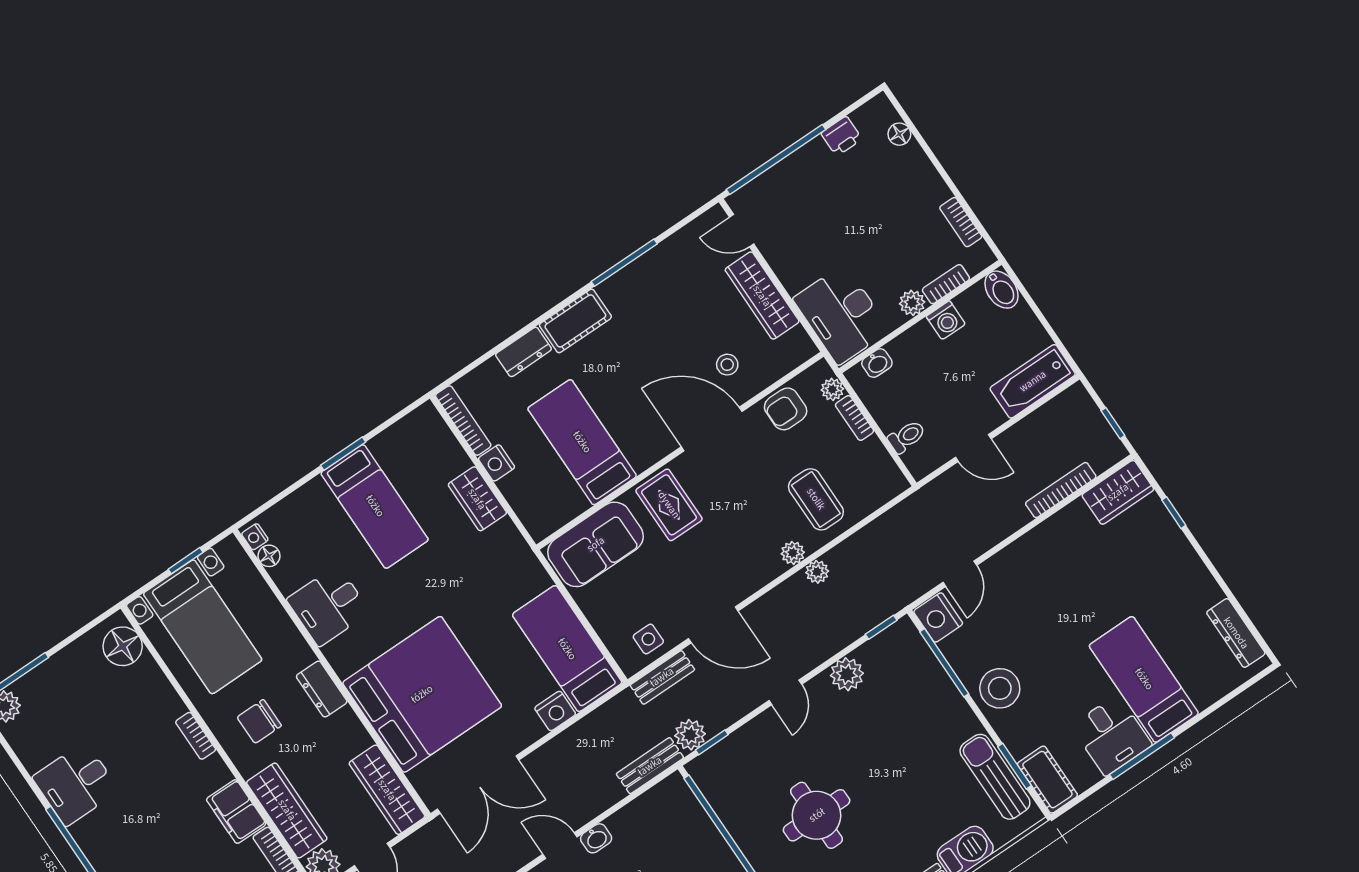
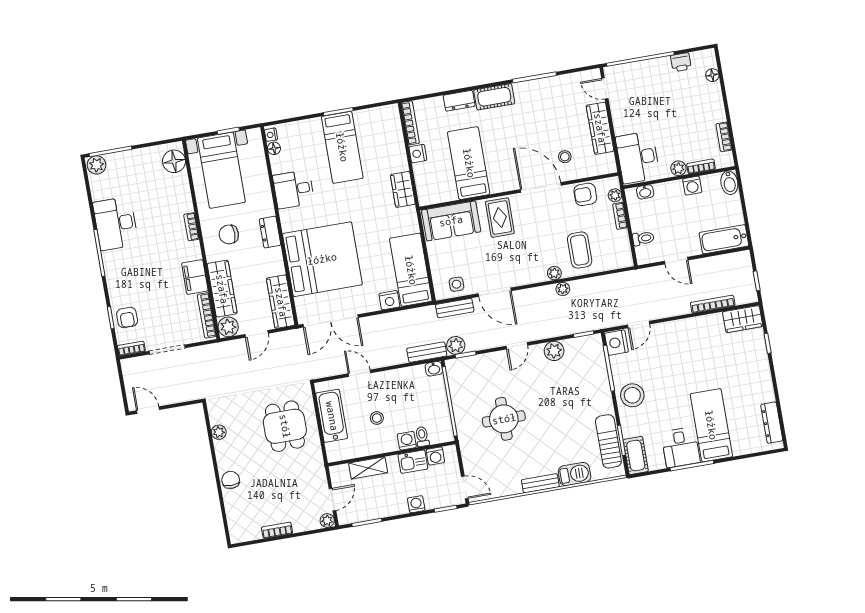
wardrobe: (477, 499) -> (403, 189), moved
desk: (76, 784) -> (116, 224), width x1.37
washbasin: (596, 838) -> (434, 369), moved

